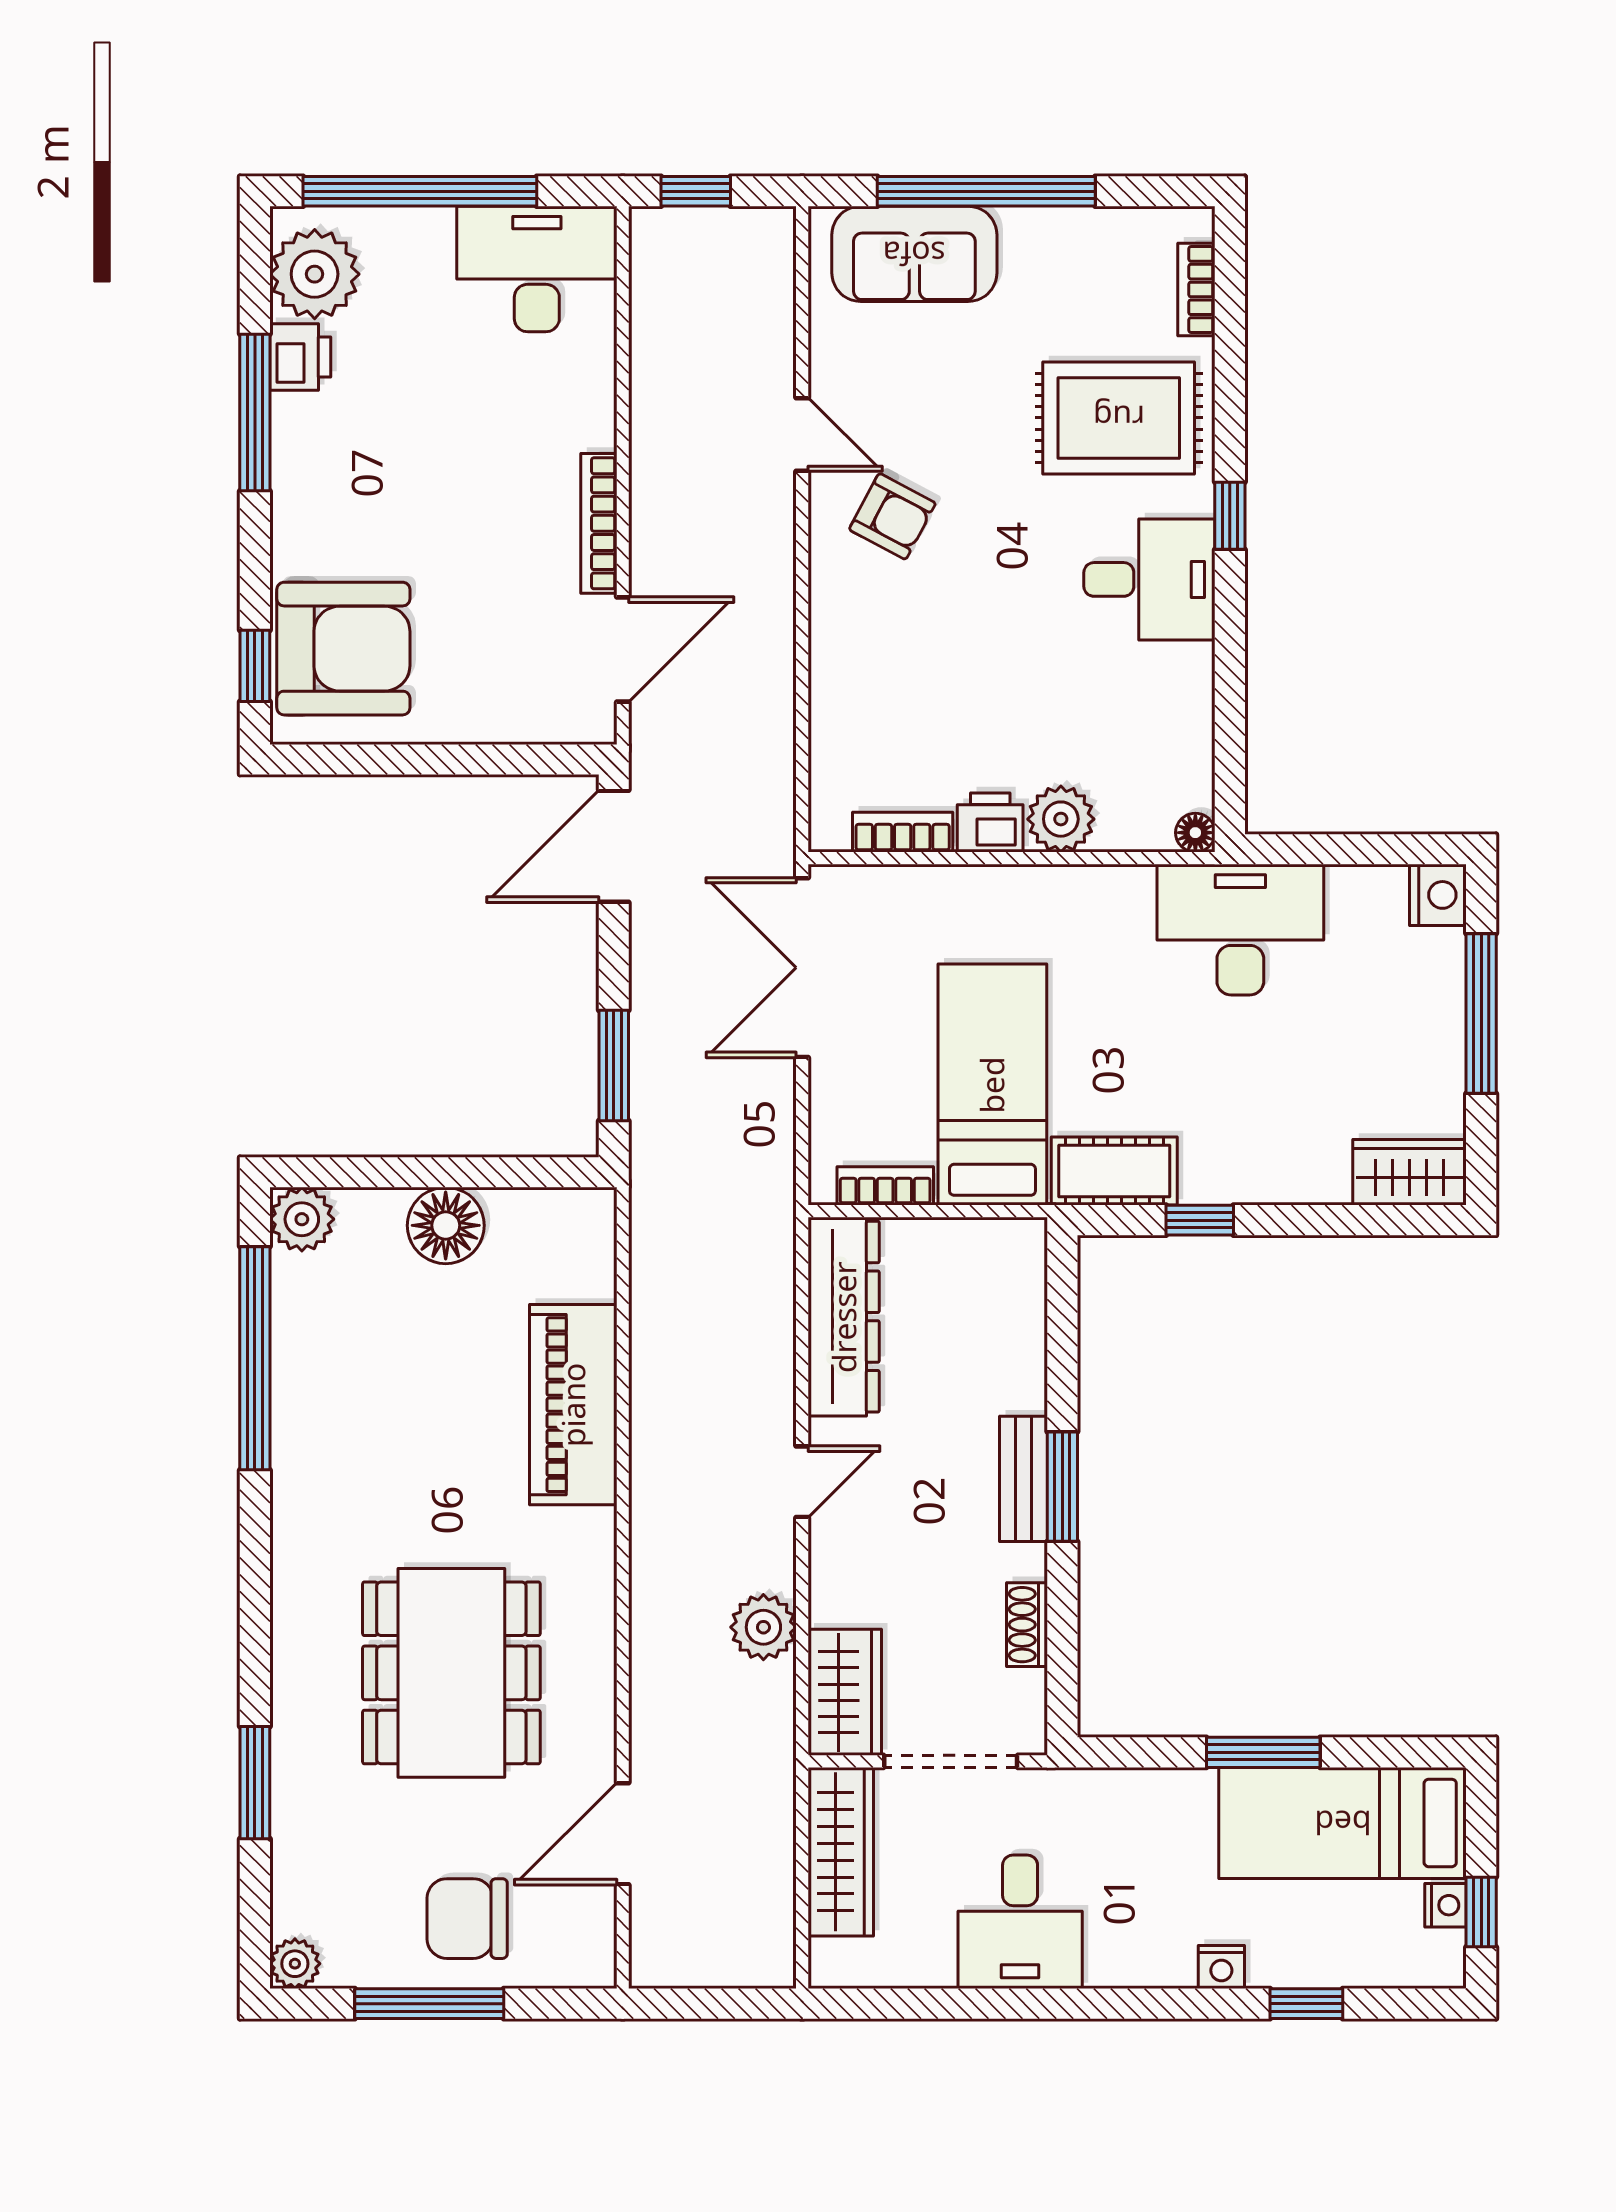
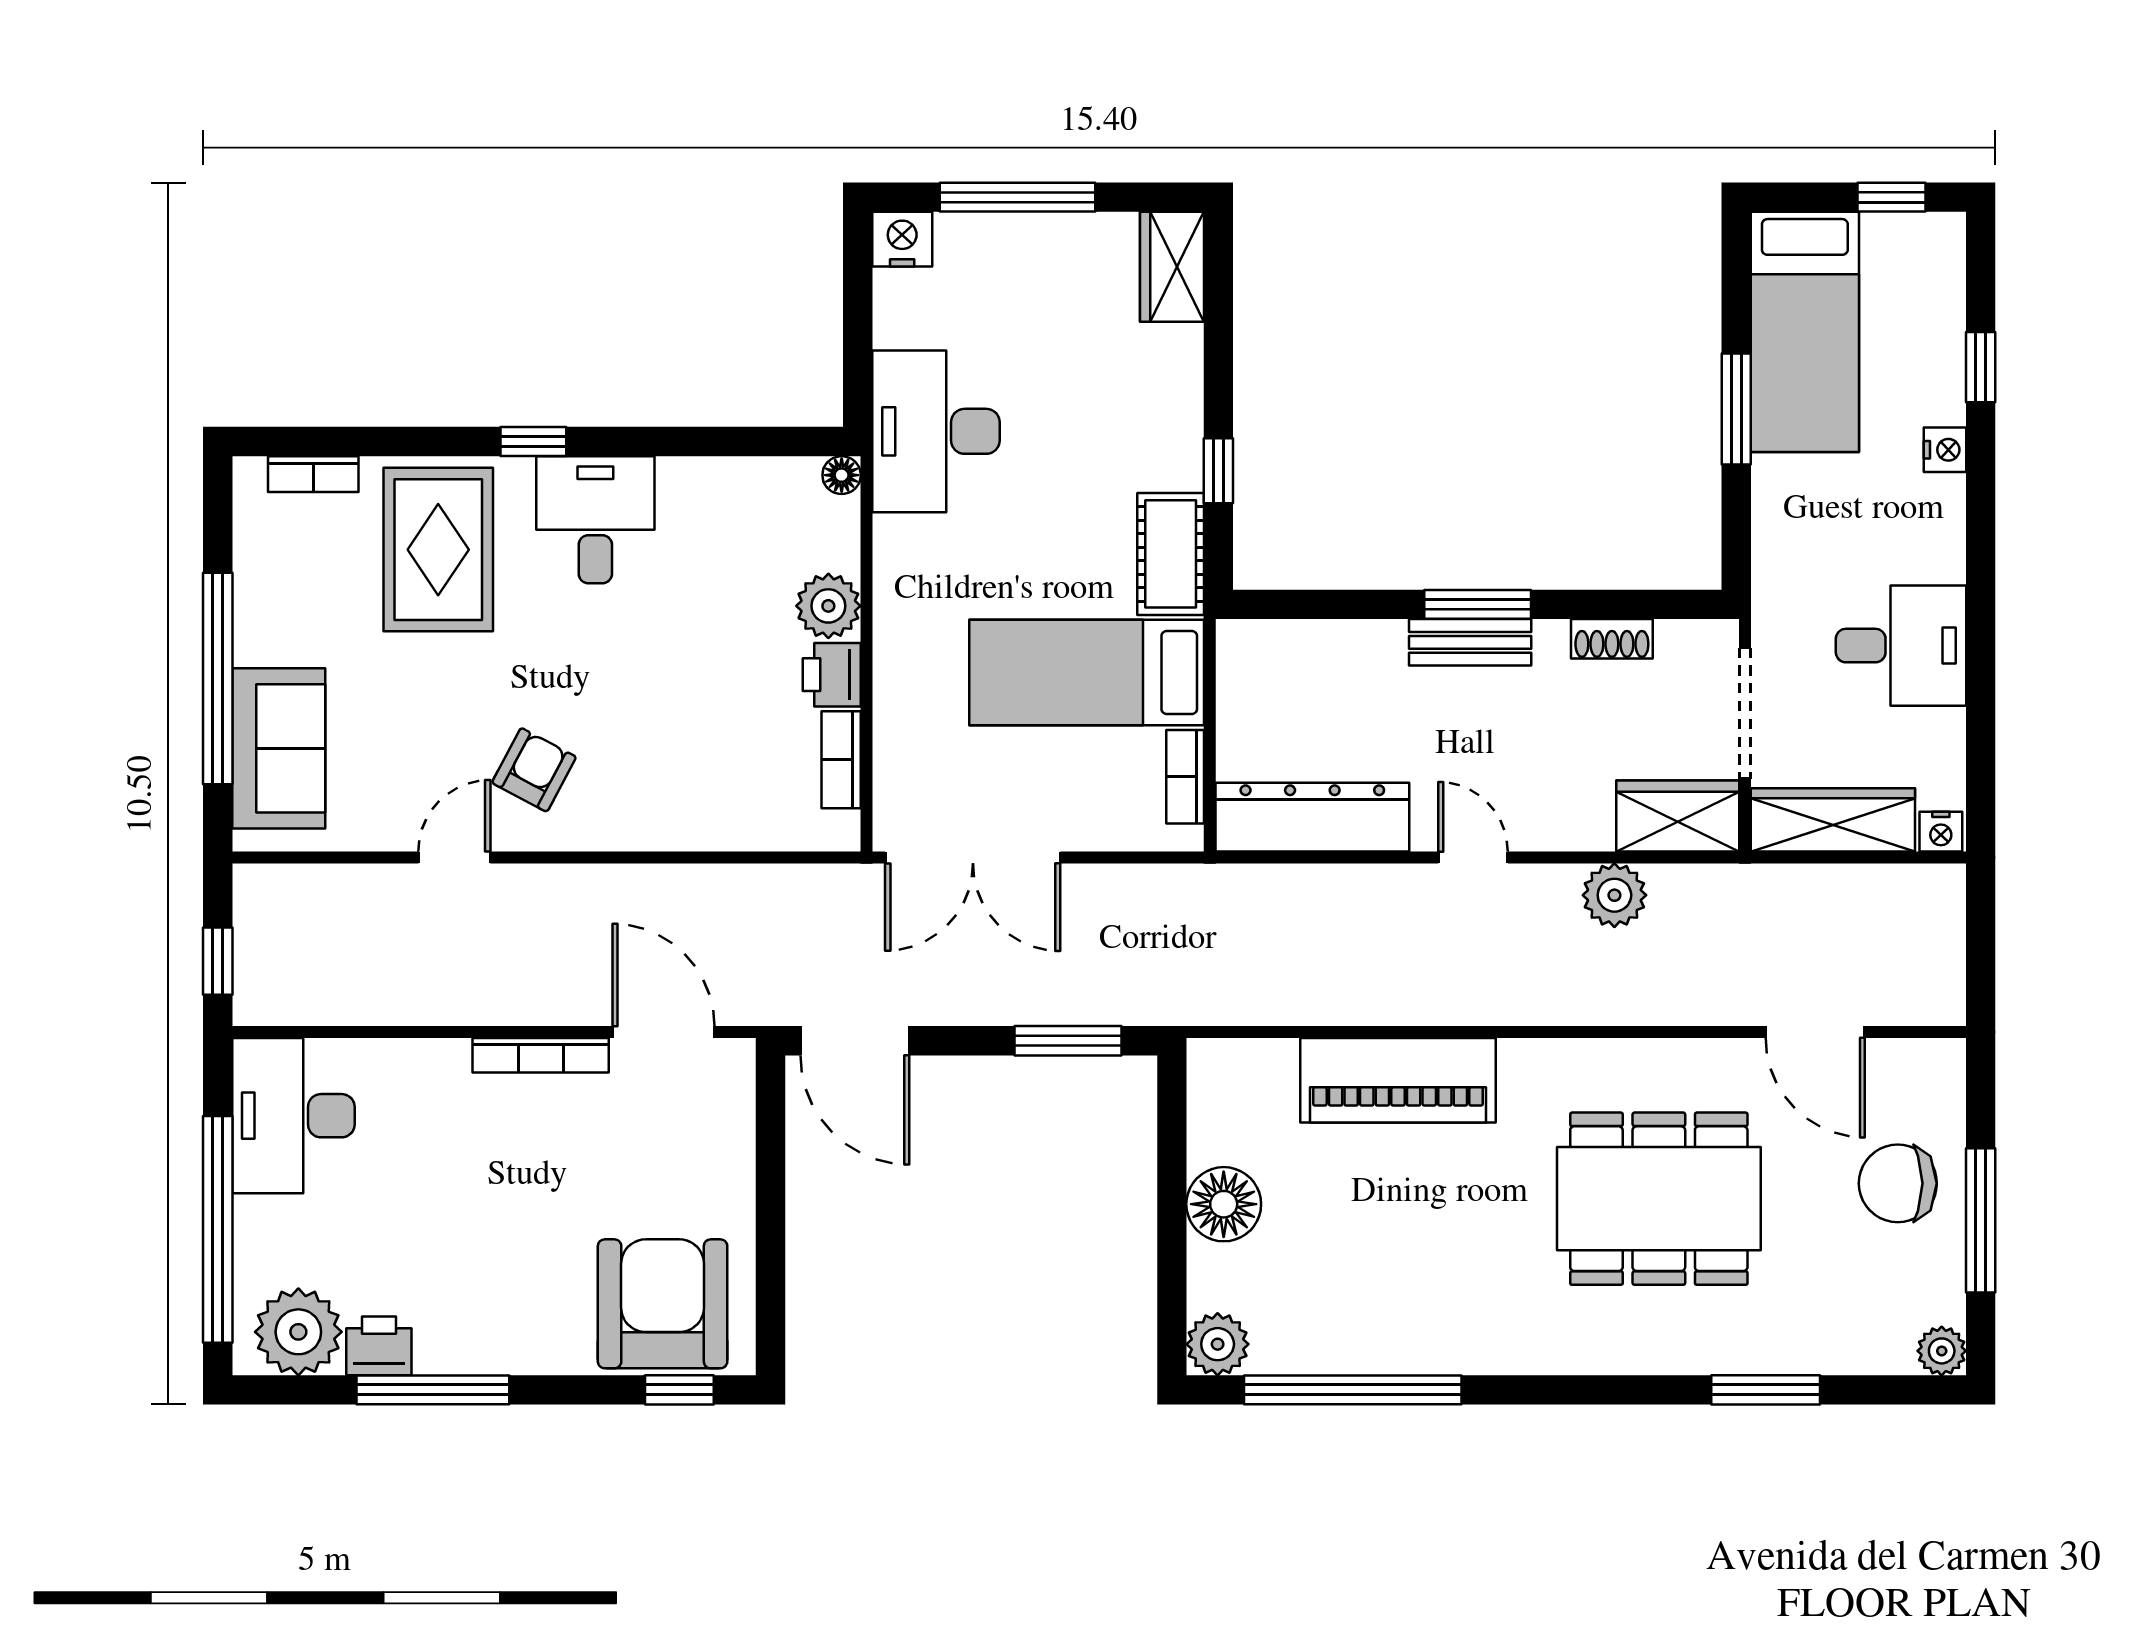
nightstand: (1446, 1905) -> (1941, 832), moved, turned 180
chair: (467, 1919) -> (1898, 1183), turned 90

